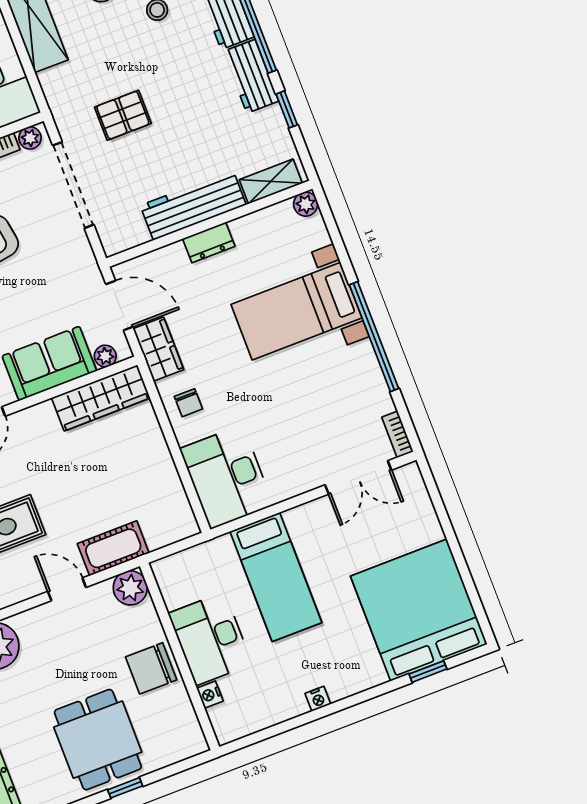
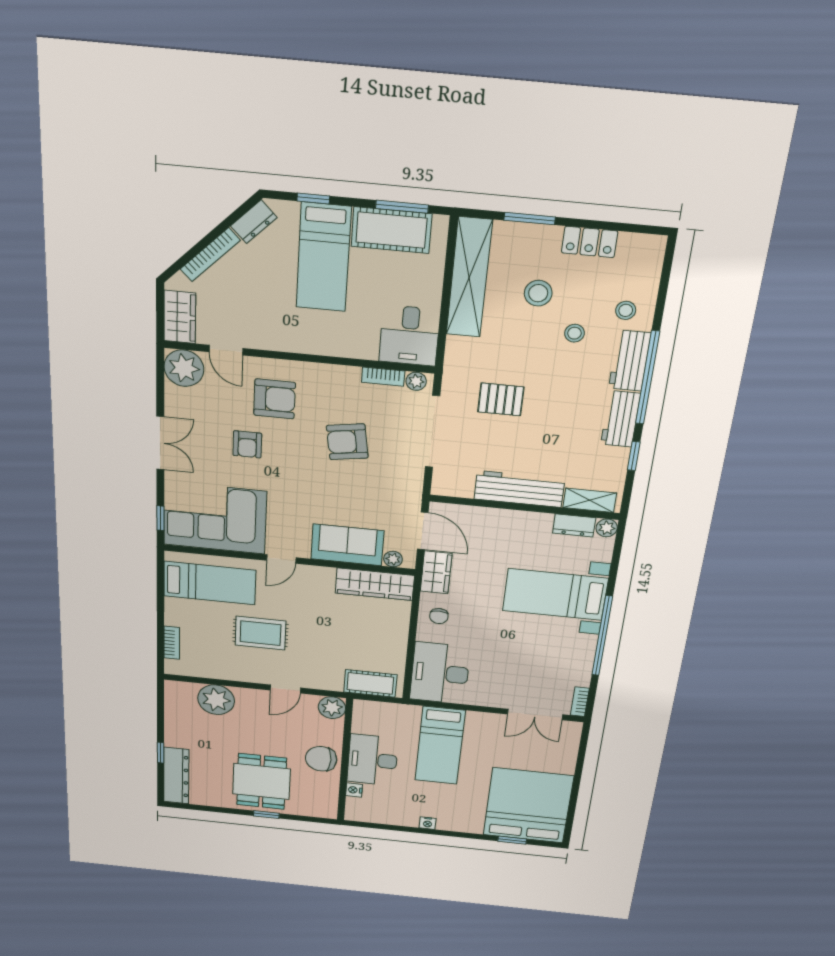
dresser: (209, 242) -> (574, 525), moved
cot: (113, 548) -> (370, 683), moved
door: (67, 589) -> (285, 689), swing flipped

